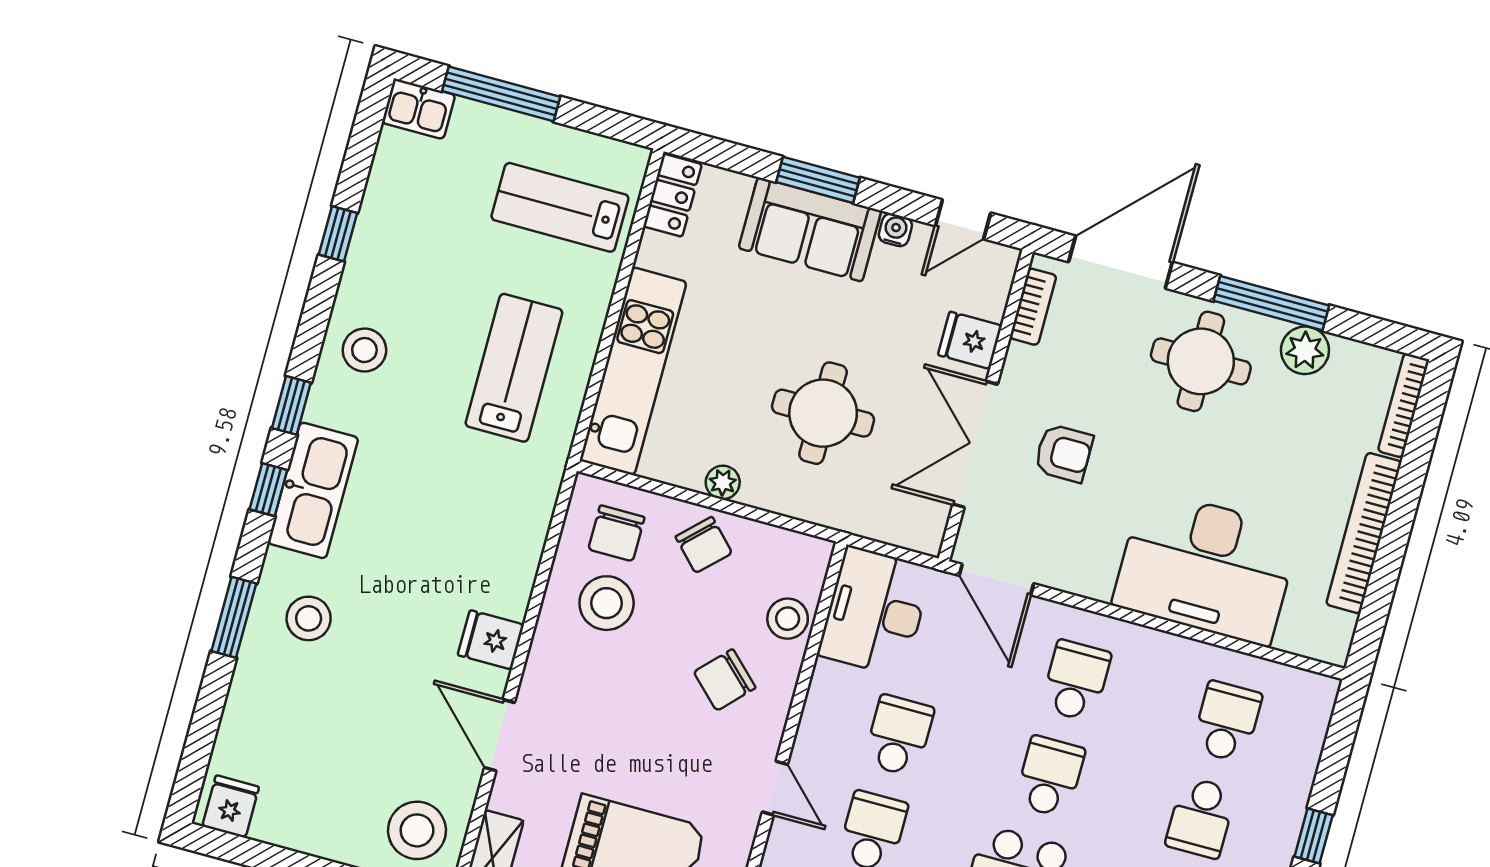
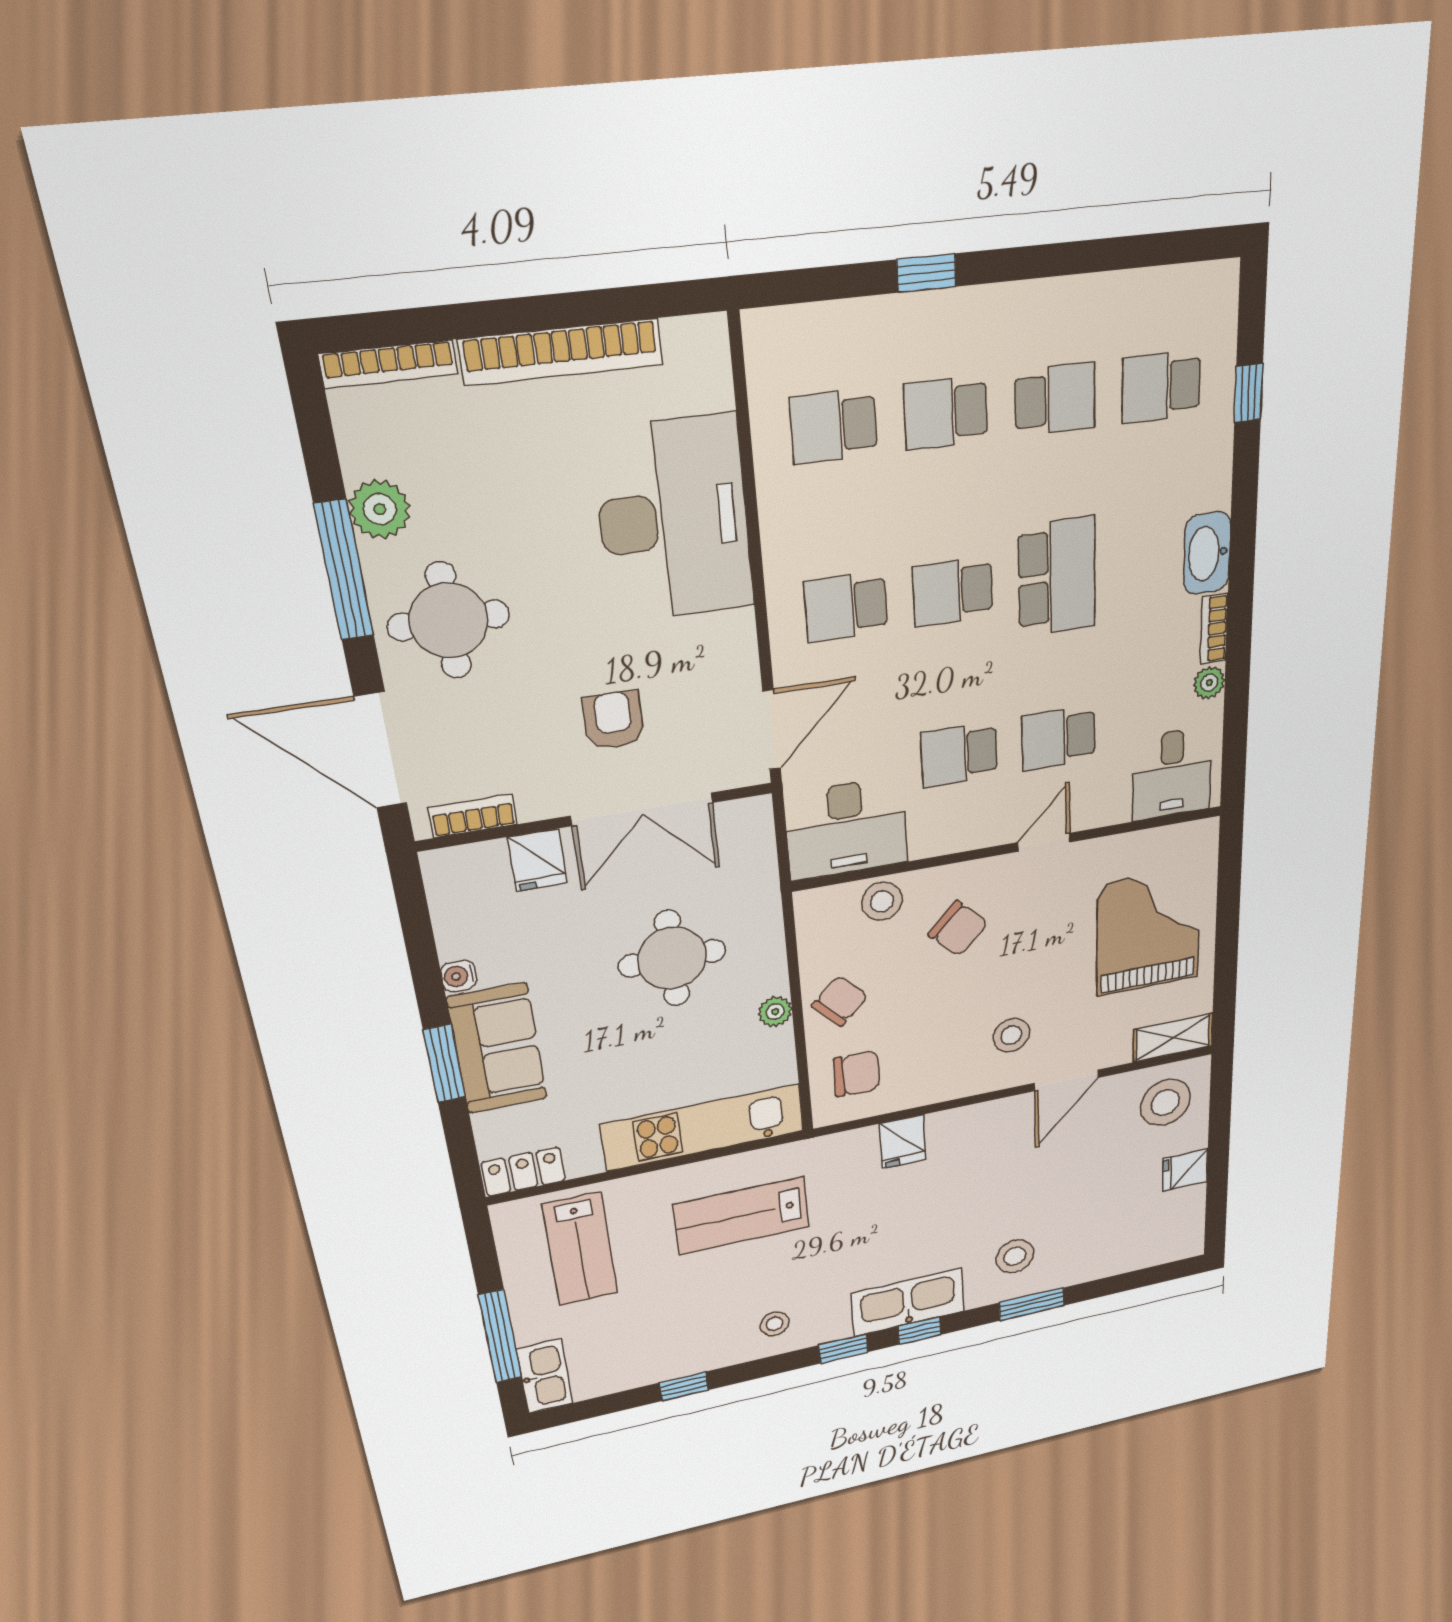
kitchen sink: (418, 109) -> (545, 1376), width x1.38
door: (963, 219) -> (415, 921), removed
stool: (364, 350) -> (775, 1324), width x0.73, depth x0.73
stool: (607, 603) -> (1011, 1035), moved, width x0.73, depth x0.73
fridge: (491, 640) -> (903, 1142), moved
fridge: (231, 806) -> (1185, 1170), moved
school desk: (1201, 818) -> (946, 413), turned 180

